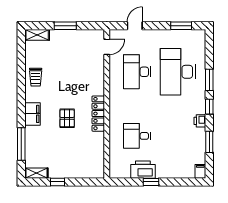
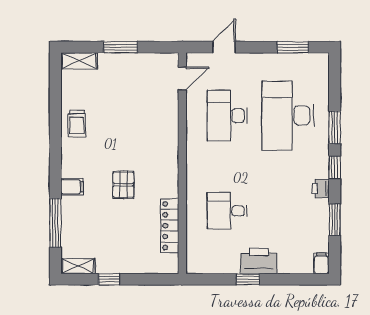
filing cabinet: (33, 114) -> (72, 187), width x0.50
locker: (98, 114) -> (170, 226), moved
printer: (143, 170) -> (259, 261), moved

